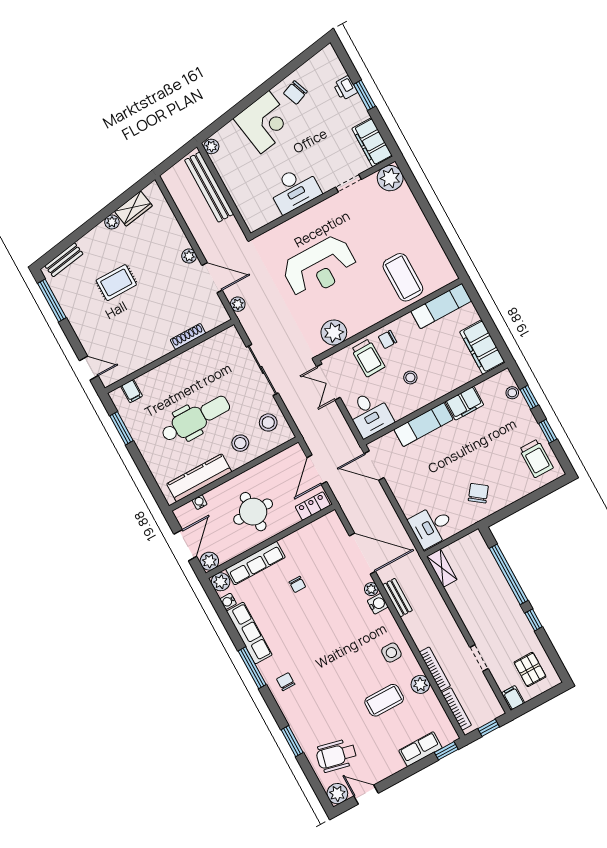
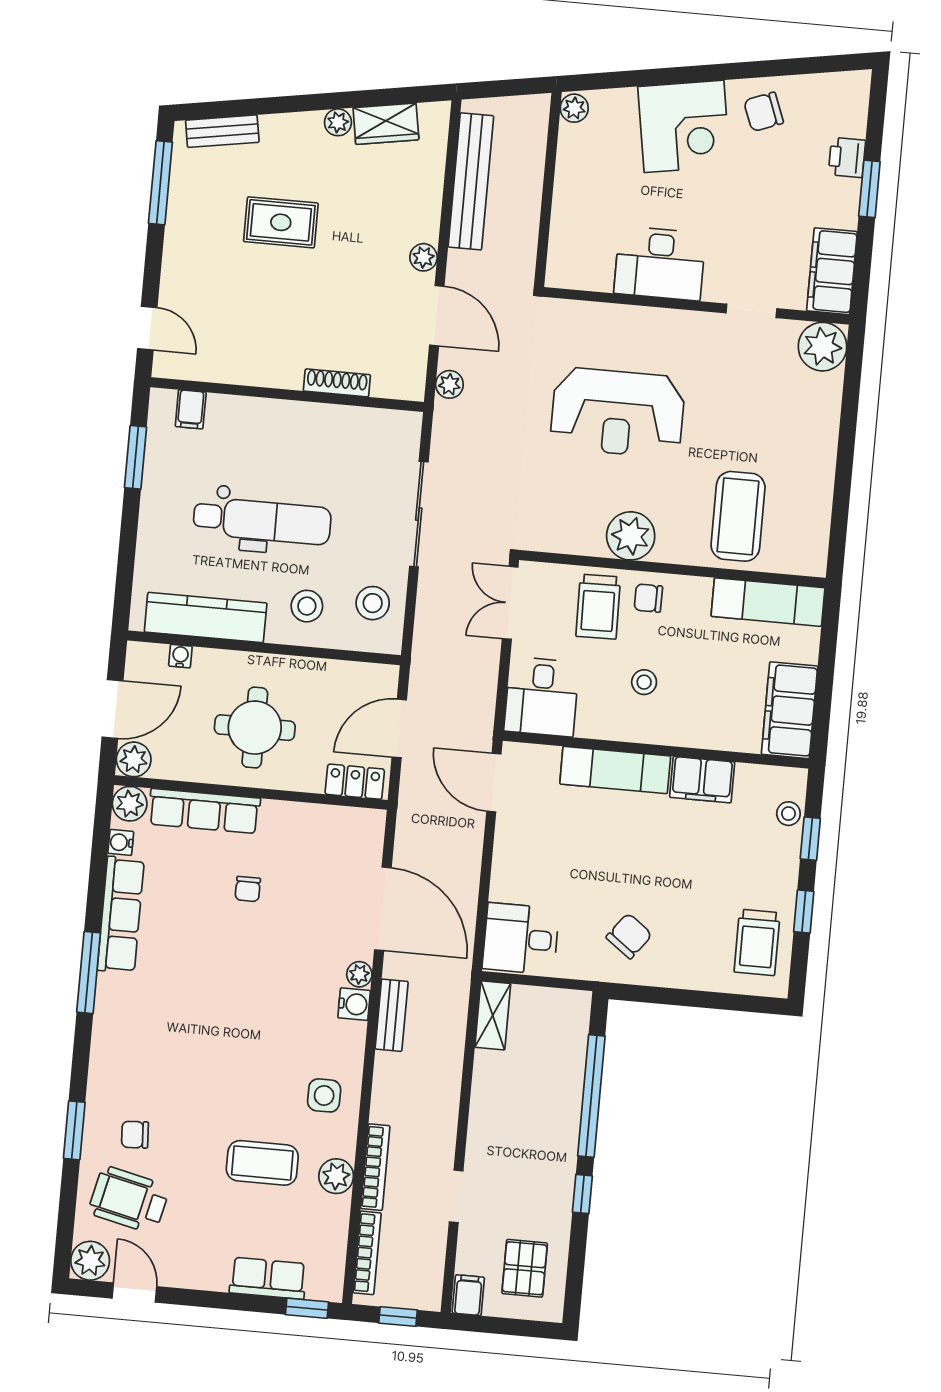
bench: (209, 187) -> (471, 181), moved
plant: (334, 333) -> (631, 536), moved
chair: (286, 682) -> (135, 1135), moved, turned -93

